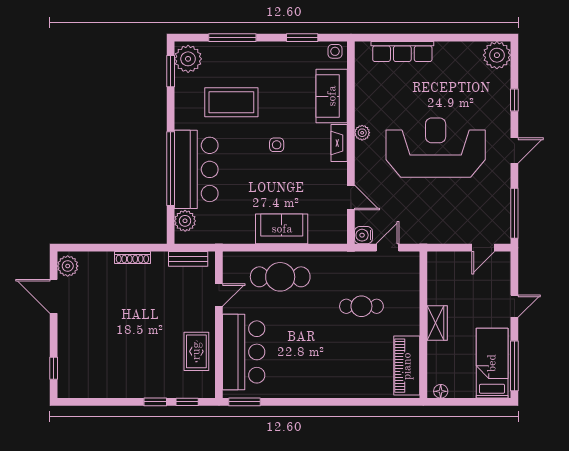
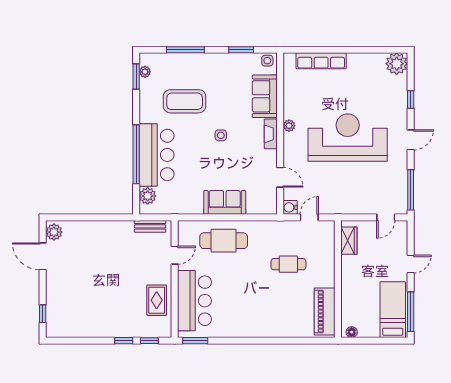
plant: (188, 59) -> (145, 72), width x0.53, depth x0.53
shoe rack: (132, 257) -> (106, 225), removed
wardrobe: (437, 323) -> (349, 241), moved

